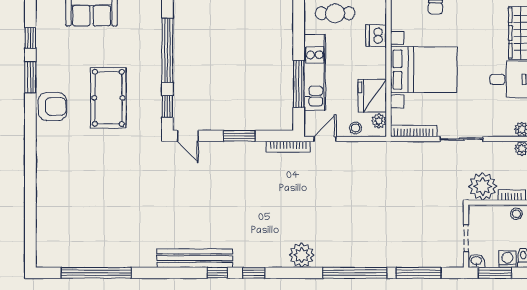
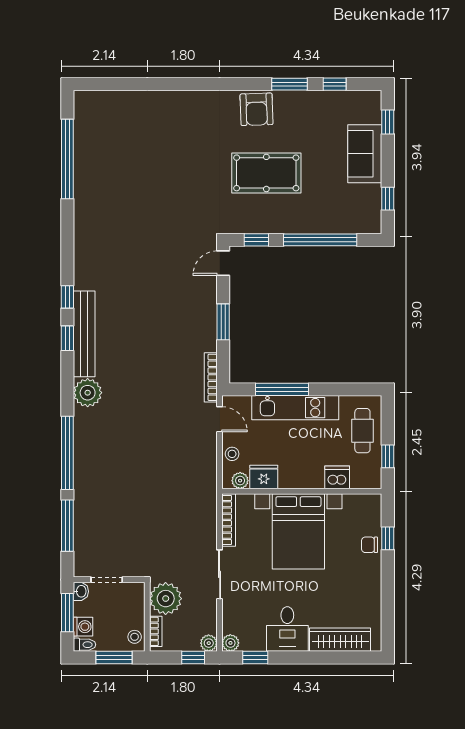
fridge: (372, 96) -> (264, 477), width x0.73, depth x0.75
bench: (195, 258) -> (84, 334), moved

